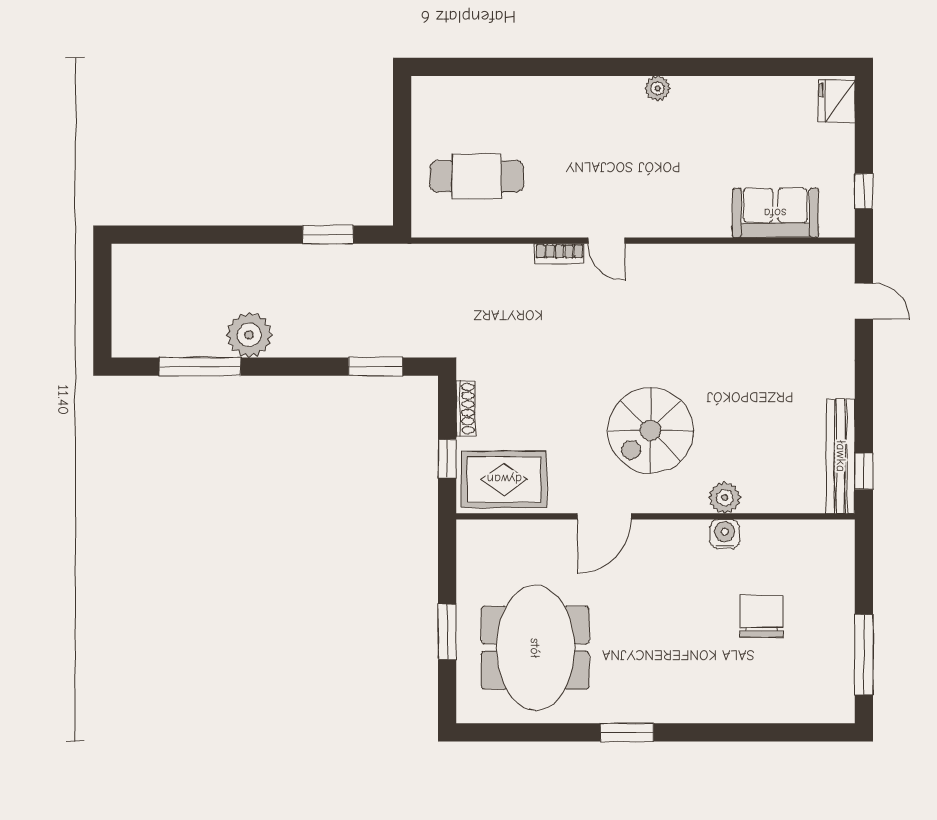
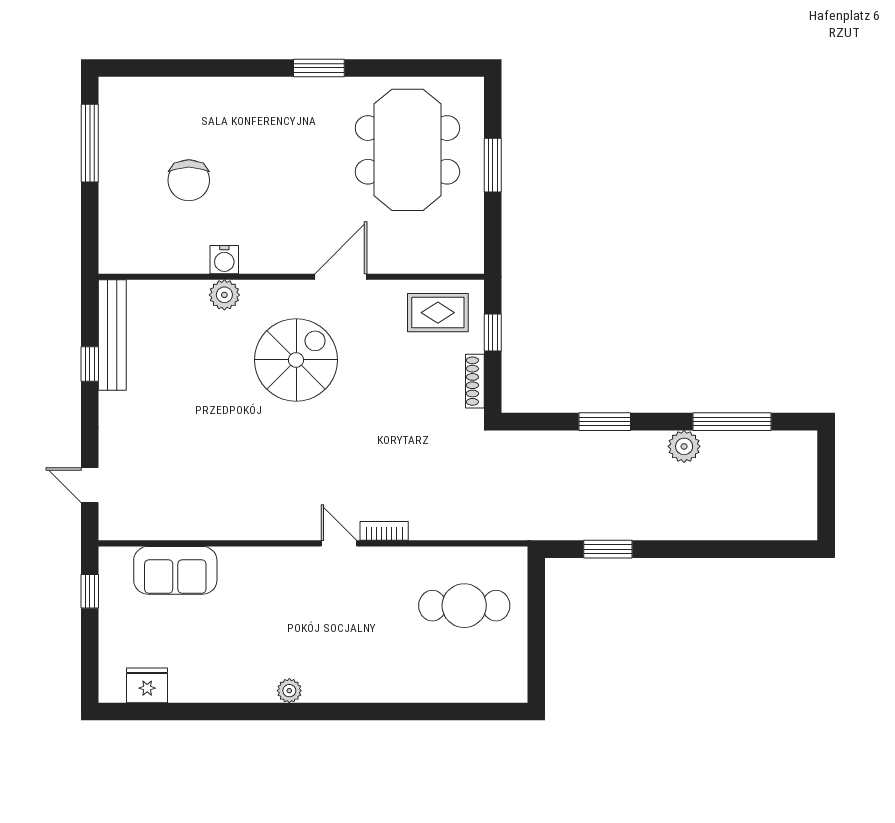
fridge: (837, 101) -> (147, 685), moved, turned -90
plant: (249, 335) -> (684, 446), width x0.73, depth x0.73
window: (376, 367) -> (605, 422), moved
window: (864, 471) -> (90, 364), moved
rug: (504, 479) -> (438, 313), width x0.73, depth x0.70

